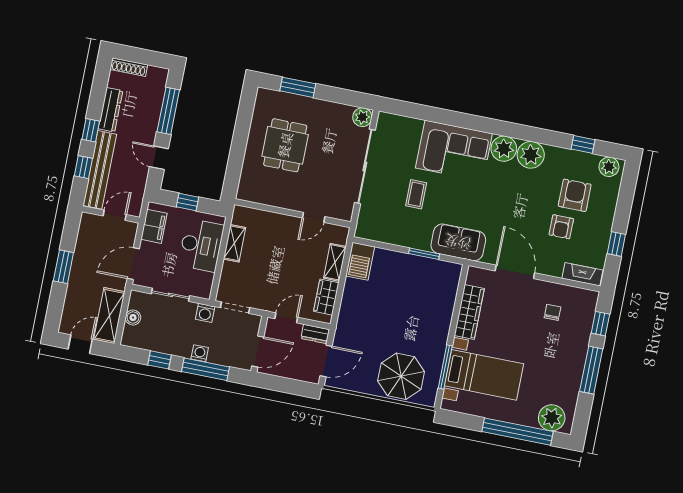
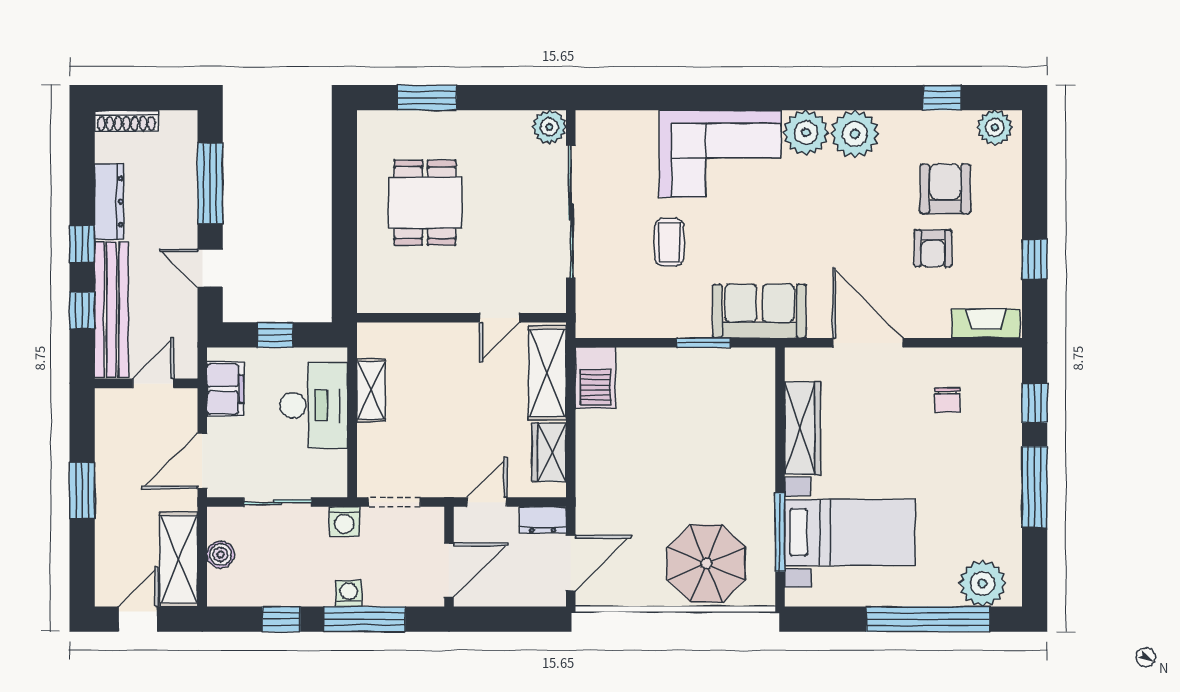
shelving: (335, 262) -> (547, 373), width x1.50, depth x1.33
chair: (553, 312) -> (947, 400), turned 180

